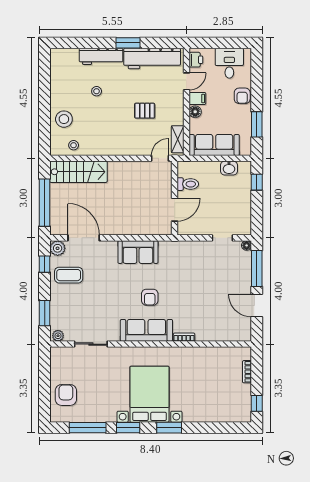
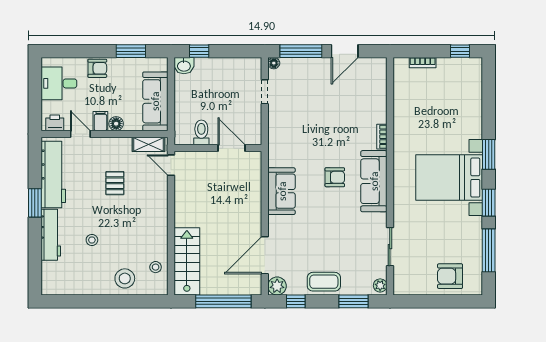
washbasin: (229, 168) -> (184, 66), moved, turned 90
coffee table: (69, 275) -> (324, 282), moved, turned 90

